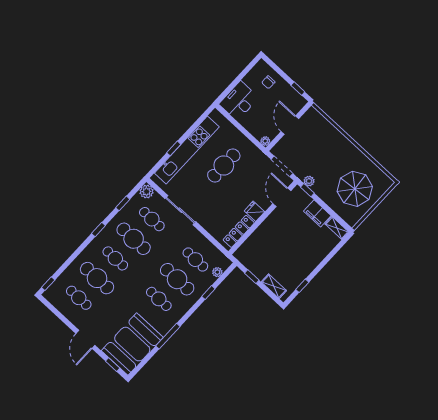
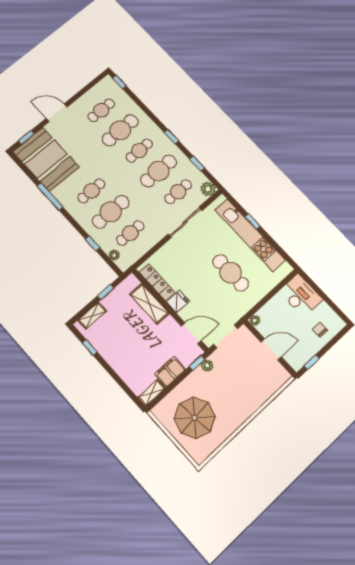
shelving: (259, 237) -> (149, 304), added

